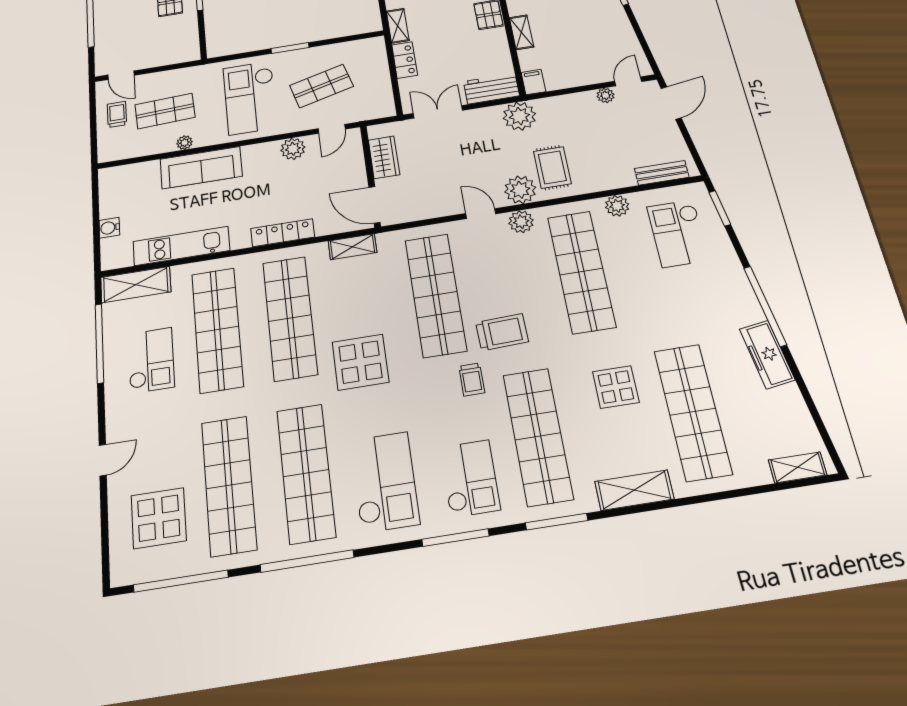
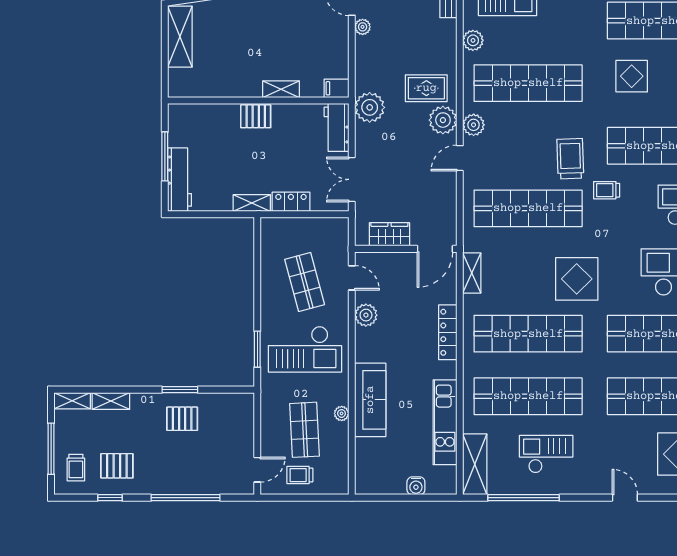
window: (290, 48) -> (257, 349), moved
trolley: (472, 379) -> (607, 190), turned 180

